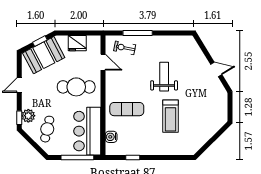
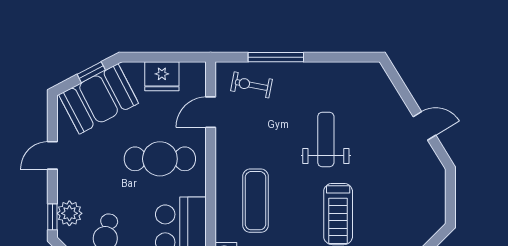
door: (103, 62) -> (211, 112), swing flipped
exercise mat: (127, 109) -> (255, 201), turned 90

